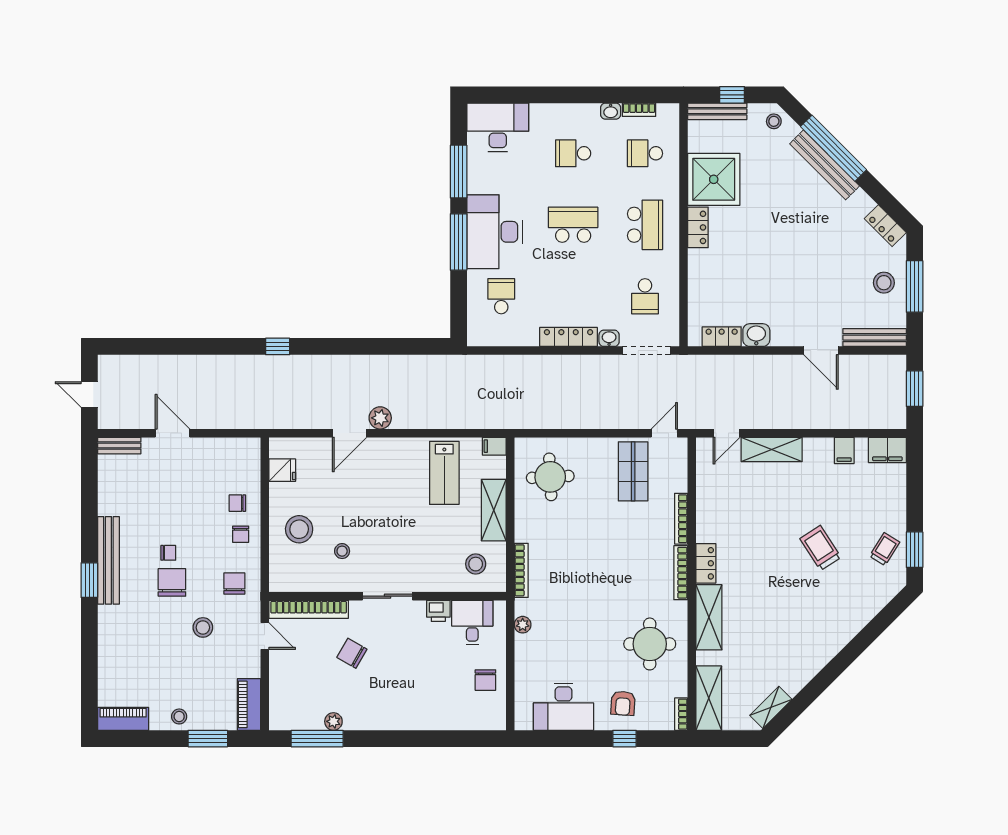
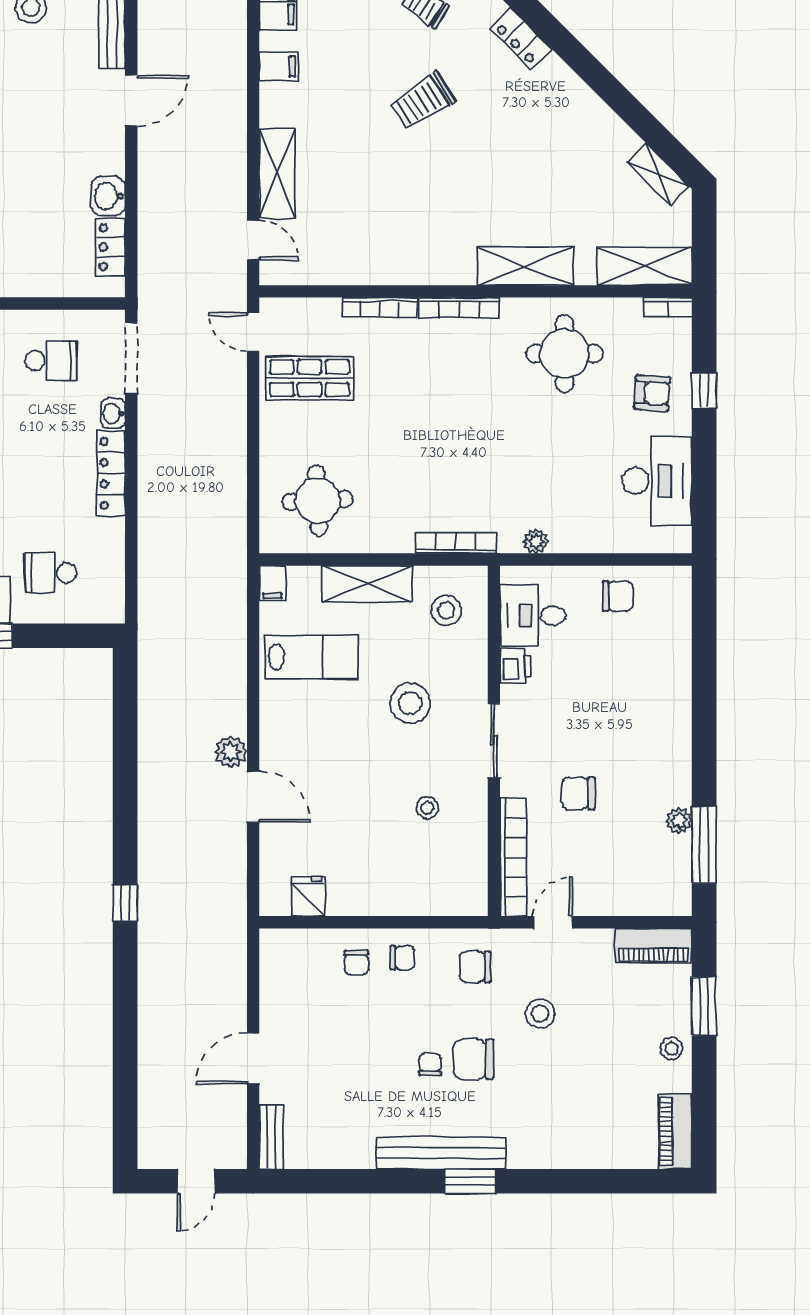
stool: (299, 529) -> (410, 703), moved
locker: (706, 563) -> (521, 39), moved, turned -135
chair: (352, 653) -> (578, 793), turned 60

